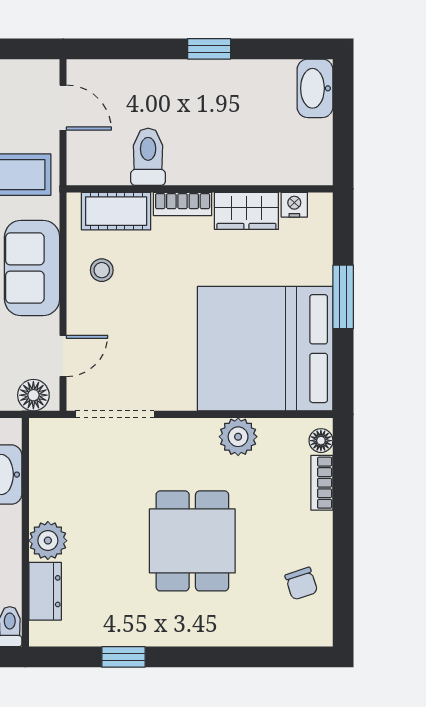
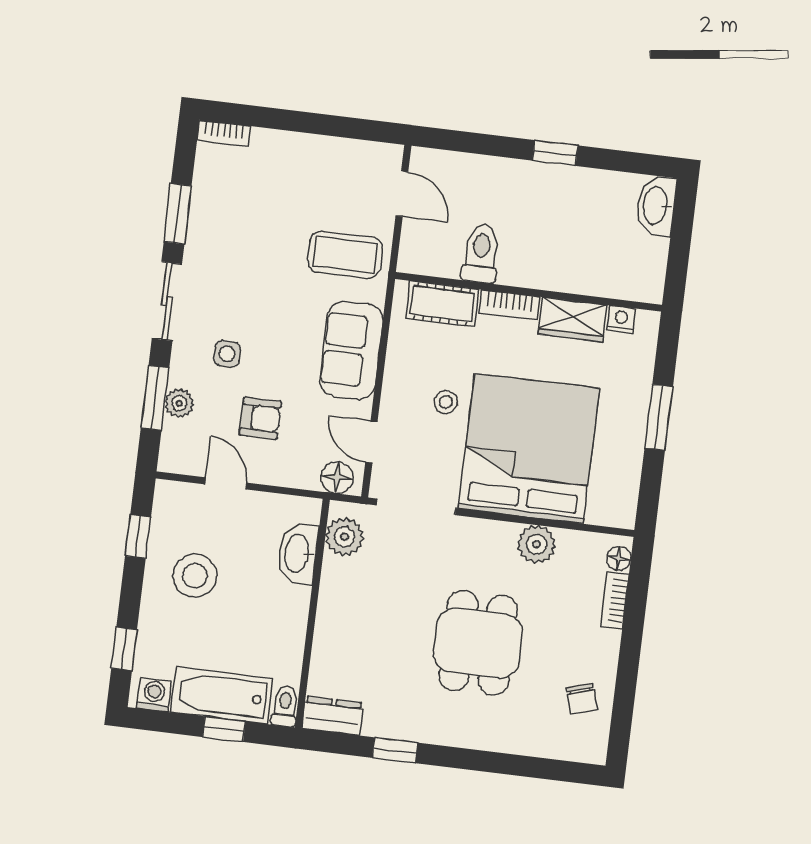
stool: (102, 270) -> (446, 402), moved
bed: (265, 349) -> (529, 448), moved, turned 90
door: (63, 356) -> (371, 442), swing flipped
plant: (48, 541) -> (344, 537), moved
dresser: (45, 591) -> (332, 716), moved, turned -90

